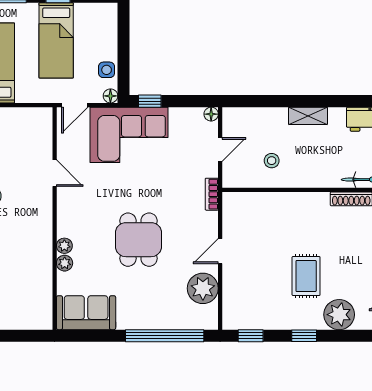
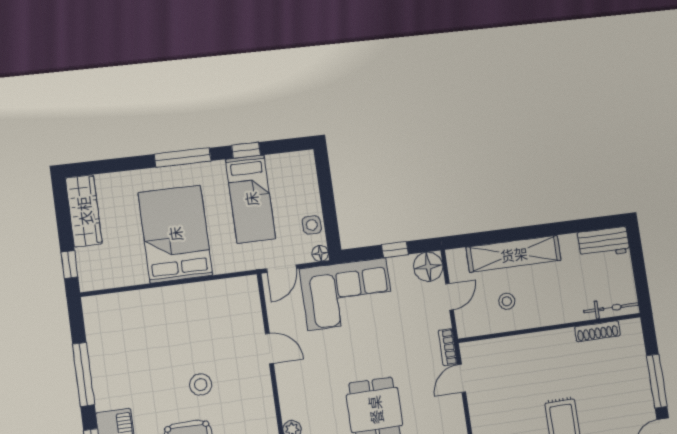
window: (150, 101) -> (395, 250), moved
floor lamp: (211, 114) -> (428, 267), width x1.89, depth x1.89
shelving: (308, 116) -> (514, 254), width x2.20, depth x1.33
door: (220, 251) -> (462, 378), moved

